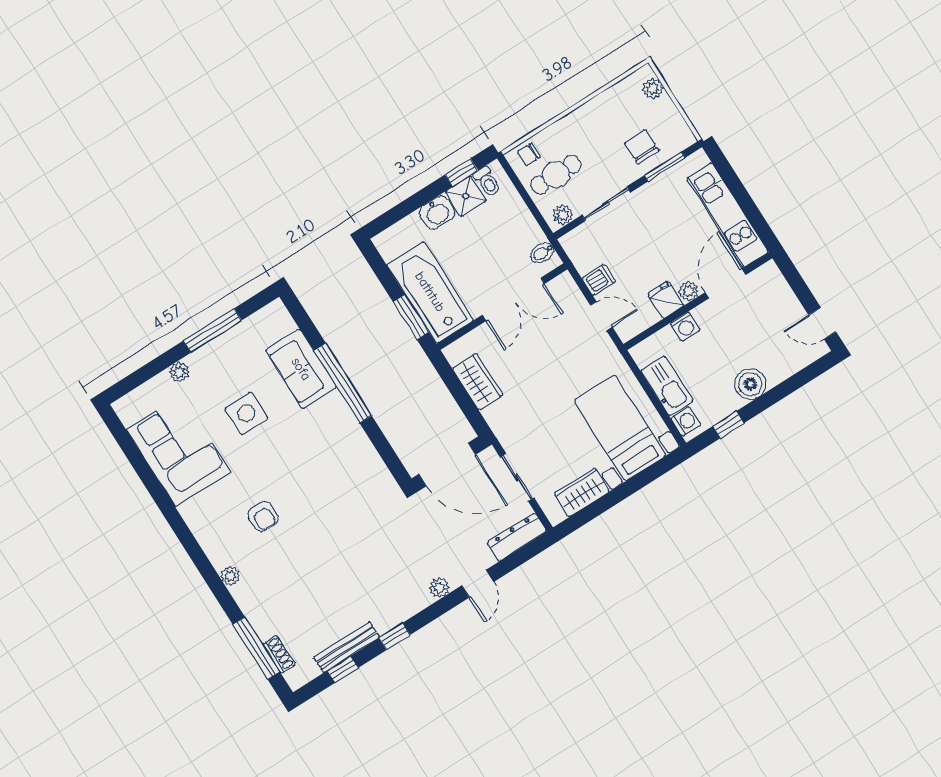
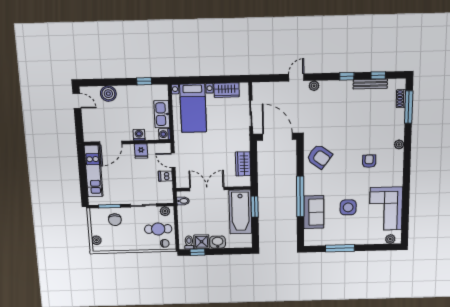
plant: (689, 291) -> (129, 149), removed
plant: (179, 372) -> (390, 239), moved
boiler: (750, 384) -> (108, 94), moved
washing machine: (686, 422) -> (164, 134), moved
armchair: (354, 473) -> (319, 157), added
dresser: (517, 537) -> (267, 88), removed

